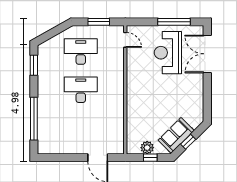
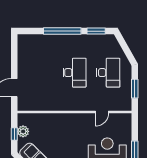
door: (125, 40) -> (102, 112), moved
window: (34, 119) -> (62, 31), moved

